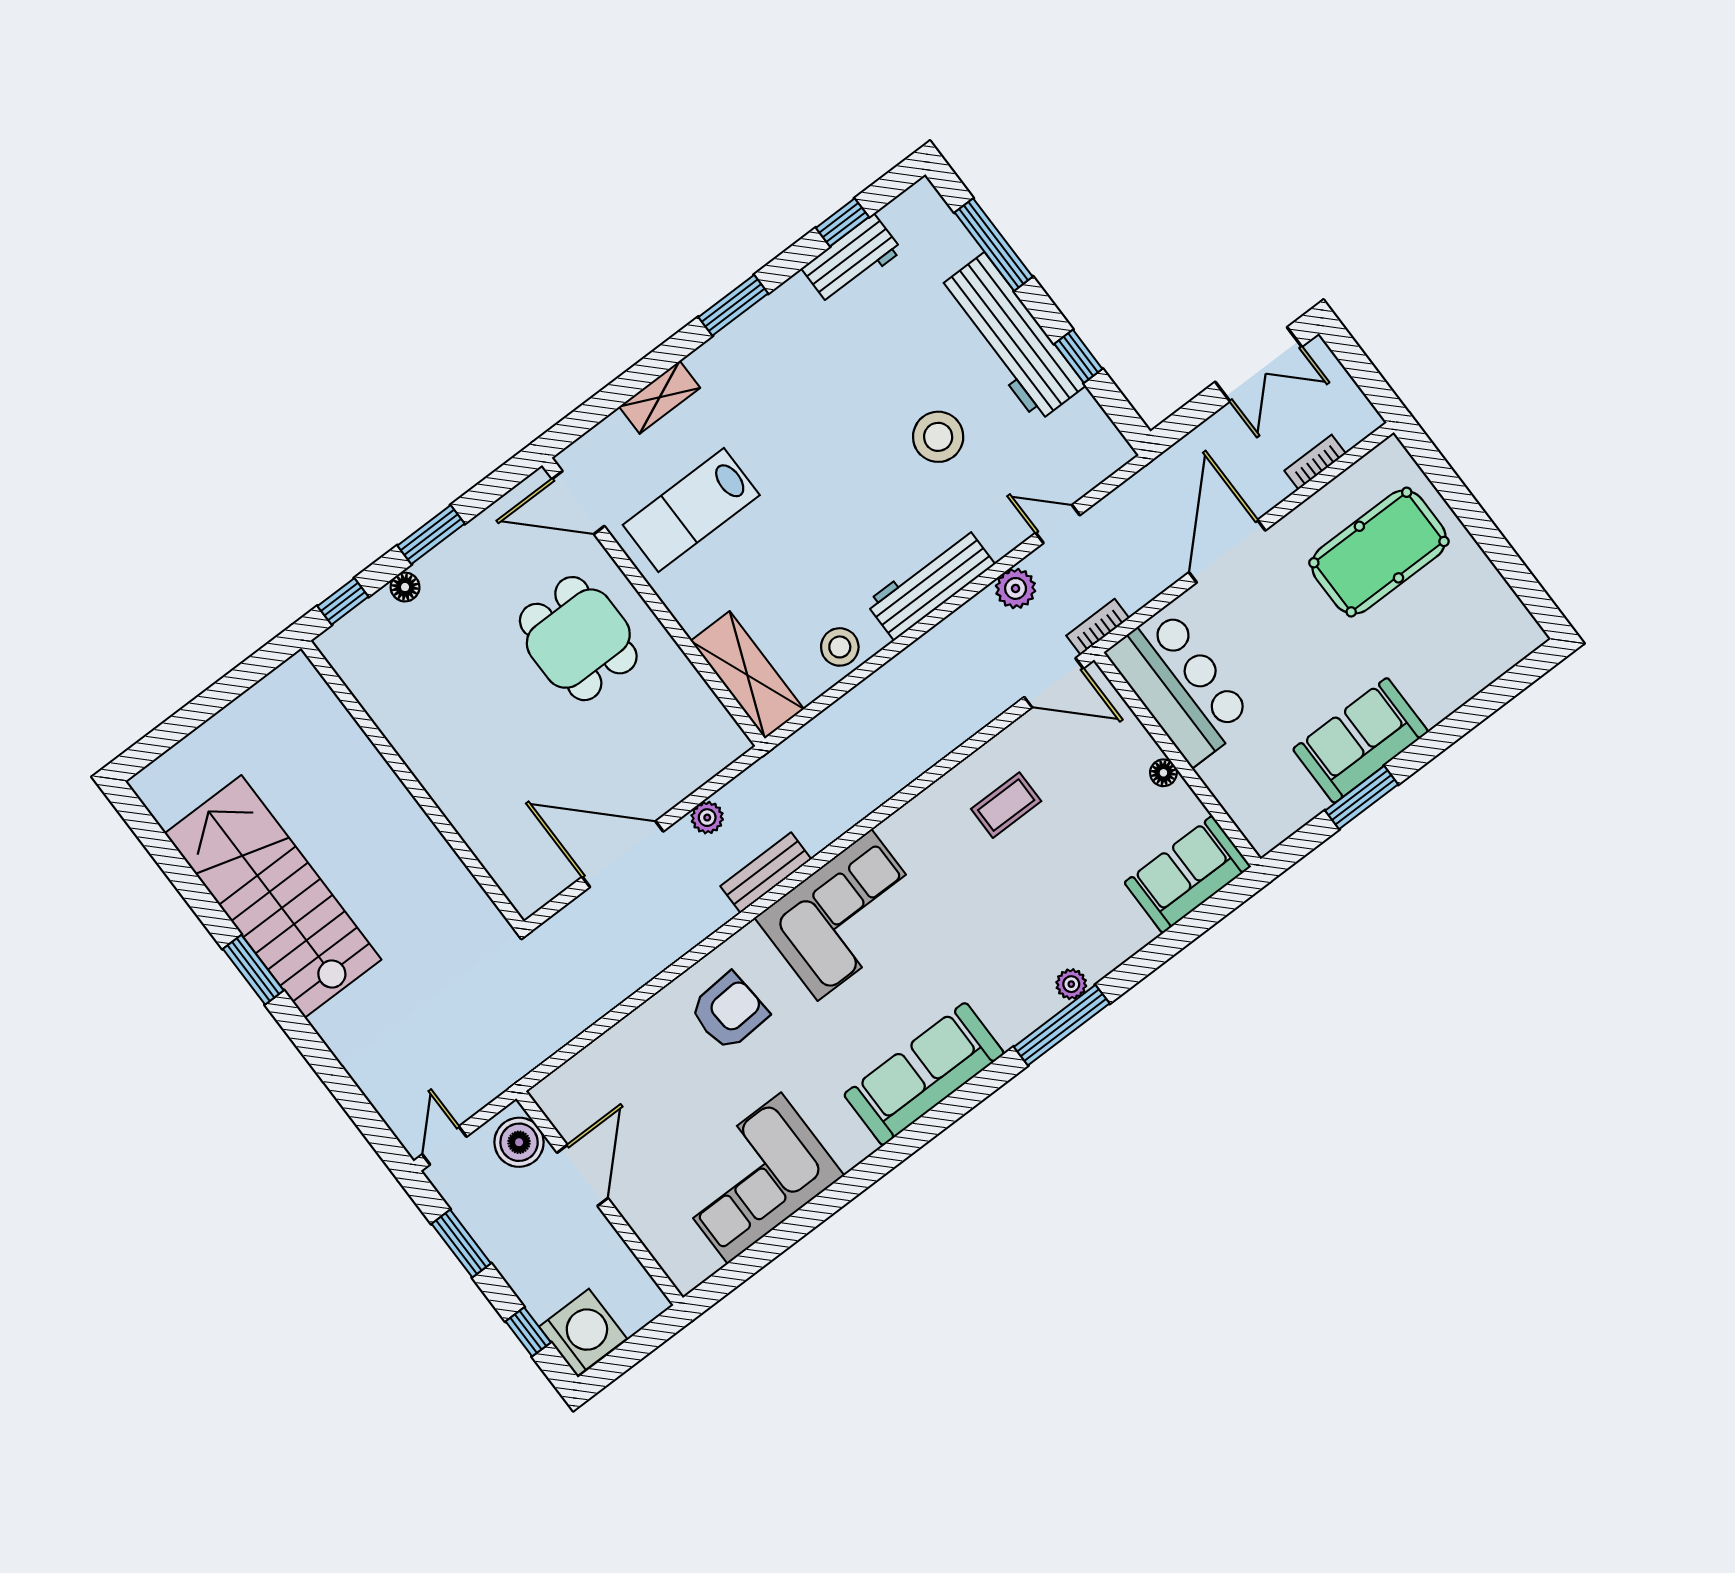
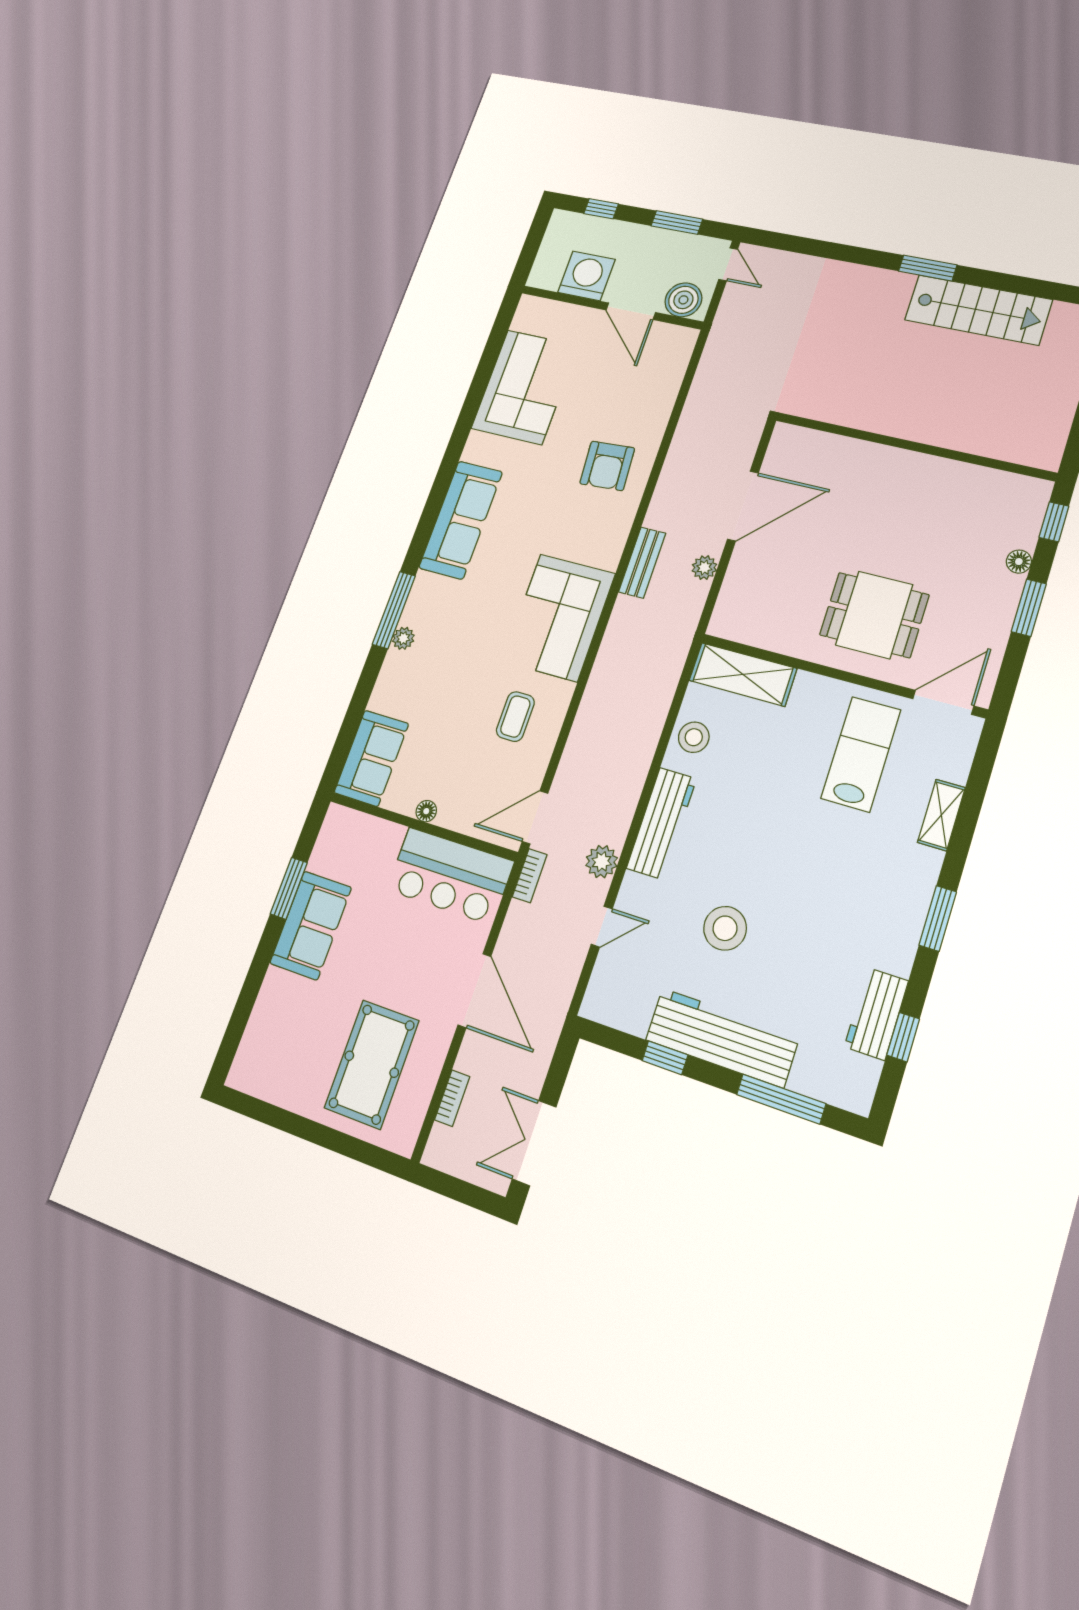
stairs: (273, 896) -> (978, 310), width x0.73, depth x0.66
corner sofa: (844, 915) -> (559, 617), moved
washing machine: (583, 1333) -> (586, 276), moved, turned 180

